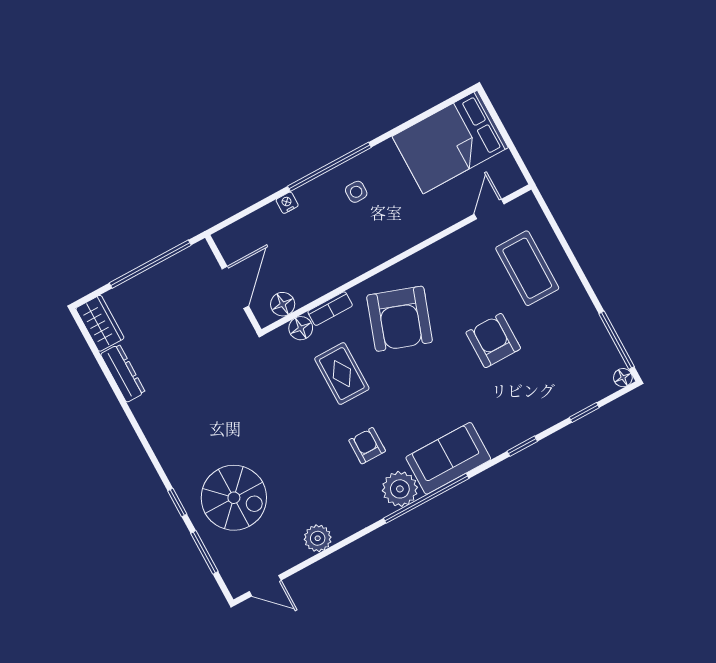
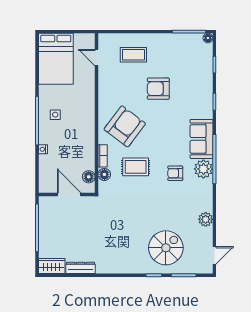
coffee table: (527, 268) -> (133, 55), width x0.73, depth x0.76
armchair: (400, 319) -> (125, 126), turned -72

